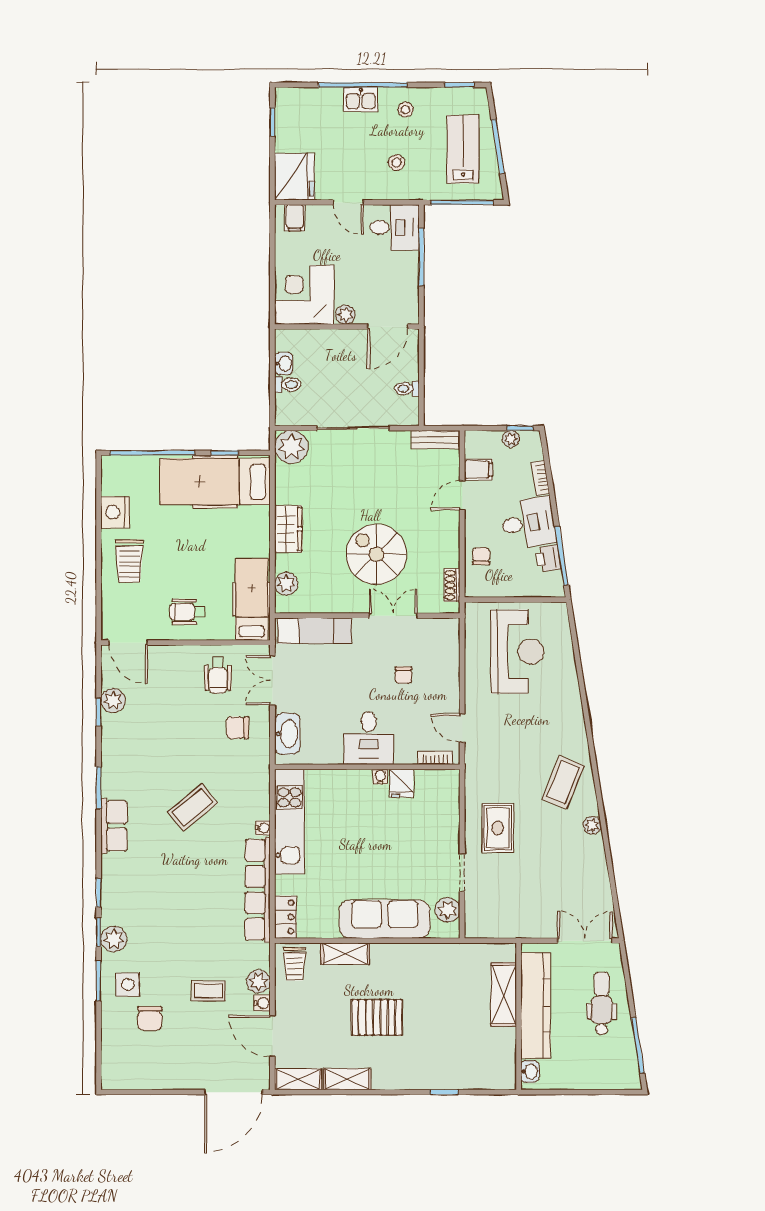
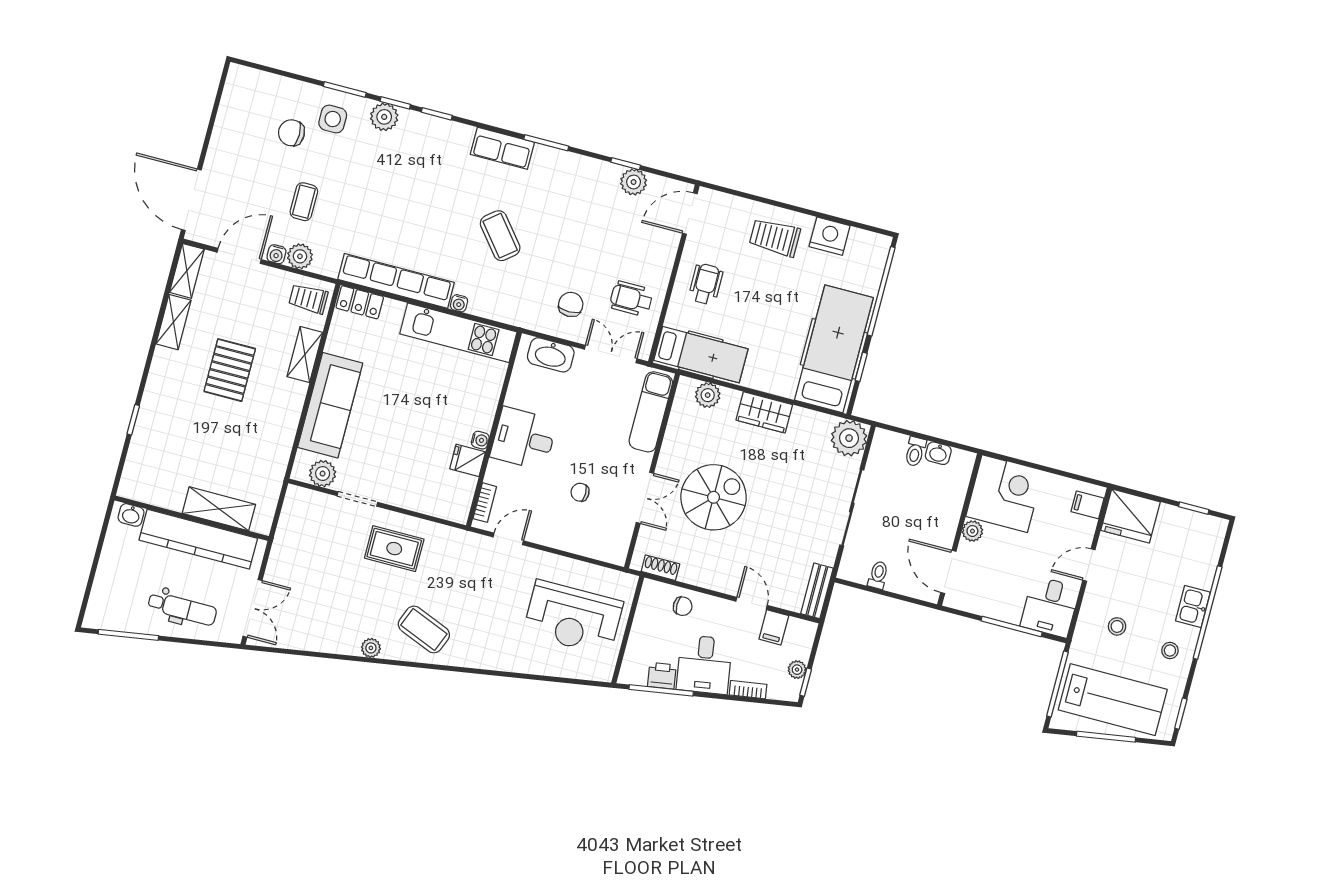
lab bench: (463, 149) -> (1113, 700), width x1.36, depth x1.39

